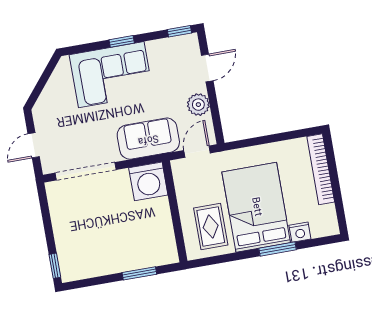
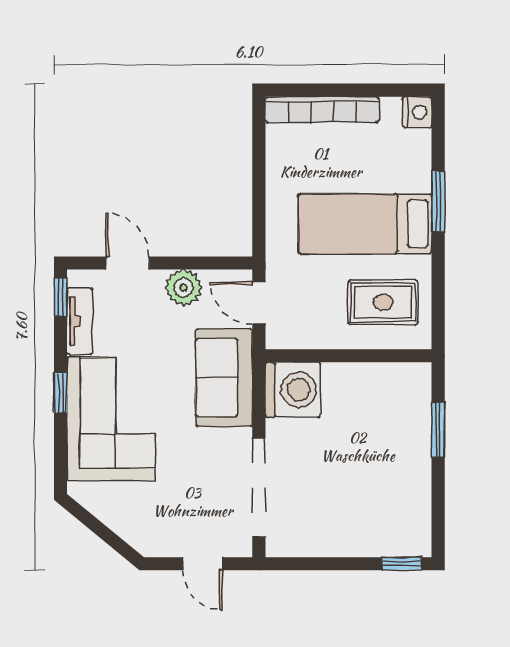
tv unit: (167, 45) -> (80, 321), added
bed: (256, 207) -> (365, 224), width x0.67
nightstand: (300, 232) -> (417, 112), moved

